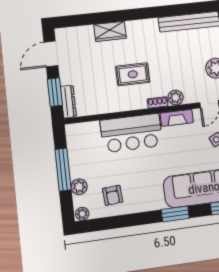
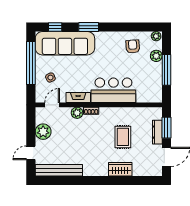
rug: (133, 74) -> (123, 137), moved, turned 90
dresser: (68, 101) -> (157, 132), moved

